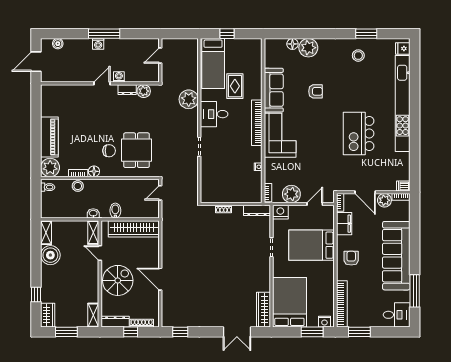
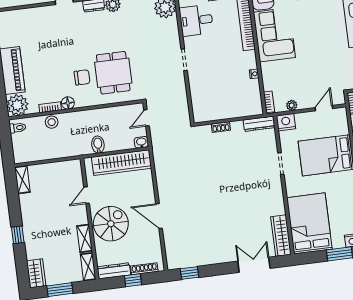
plant: (291, 194) -> (292, 105), width x0.53, depth x0.53
washbasin: (93, 213) -> (141, 142), moved
shelving: (93, 233) -> (85, 238), moved
door: (100, 253) -> (87, 195), hinge flipped
boiler: (50, 255) -> (31, 205), removed
window: (36, 295) -> (18, 235), moved
double door: (237, 332) -> (254, 265), swing flipped

